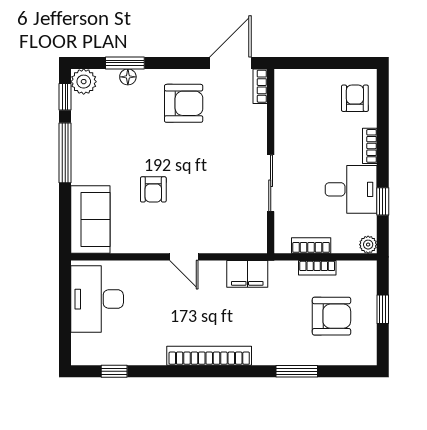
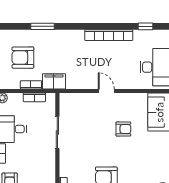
armchair: (153, 189) -> (123, 129), turned 90
filing cabinet: (247, 274) -> (54, 81), moved
bookcase: (209, 356) -> (109, 35), moved

